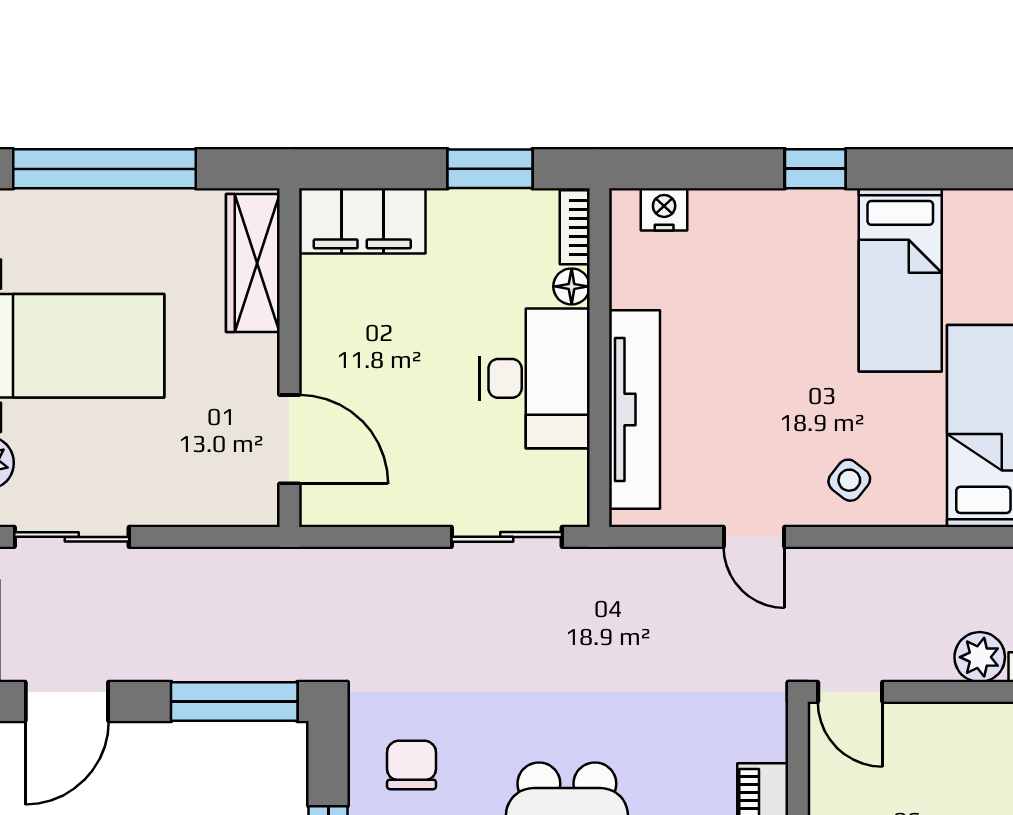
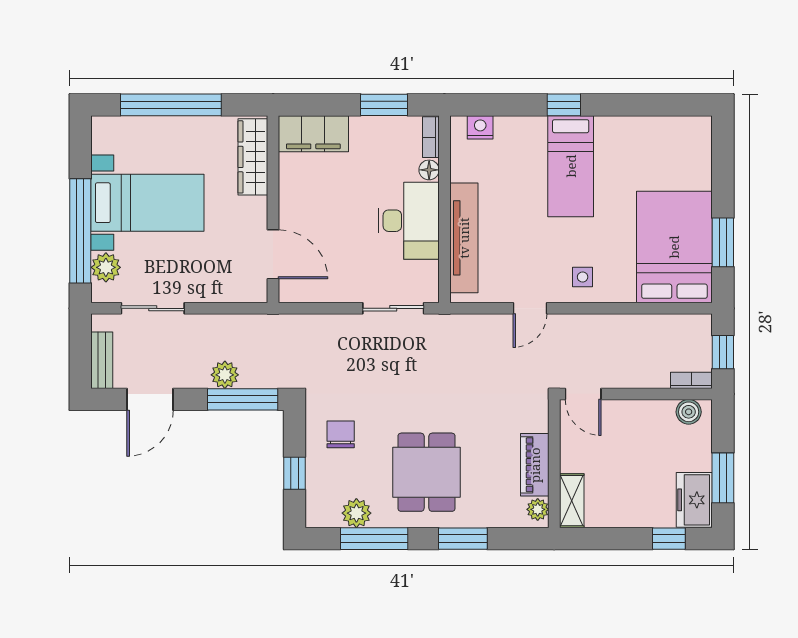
bed: (900, 280) -> (571, 166), moved
side table: (849, 480) -> (583, 277), turned -38
door: (754, 537) -> (530, 308), hinge flipped
plant: (980, 657) -> (225, 375), moved

